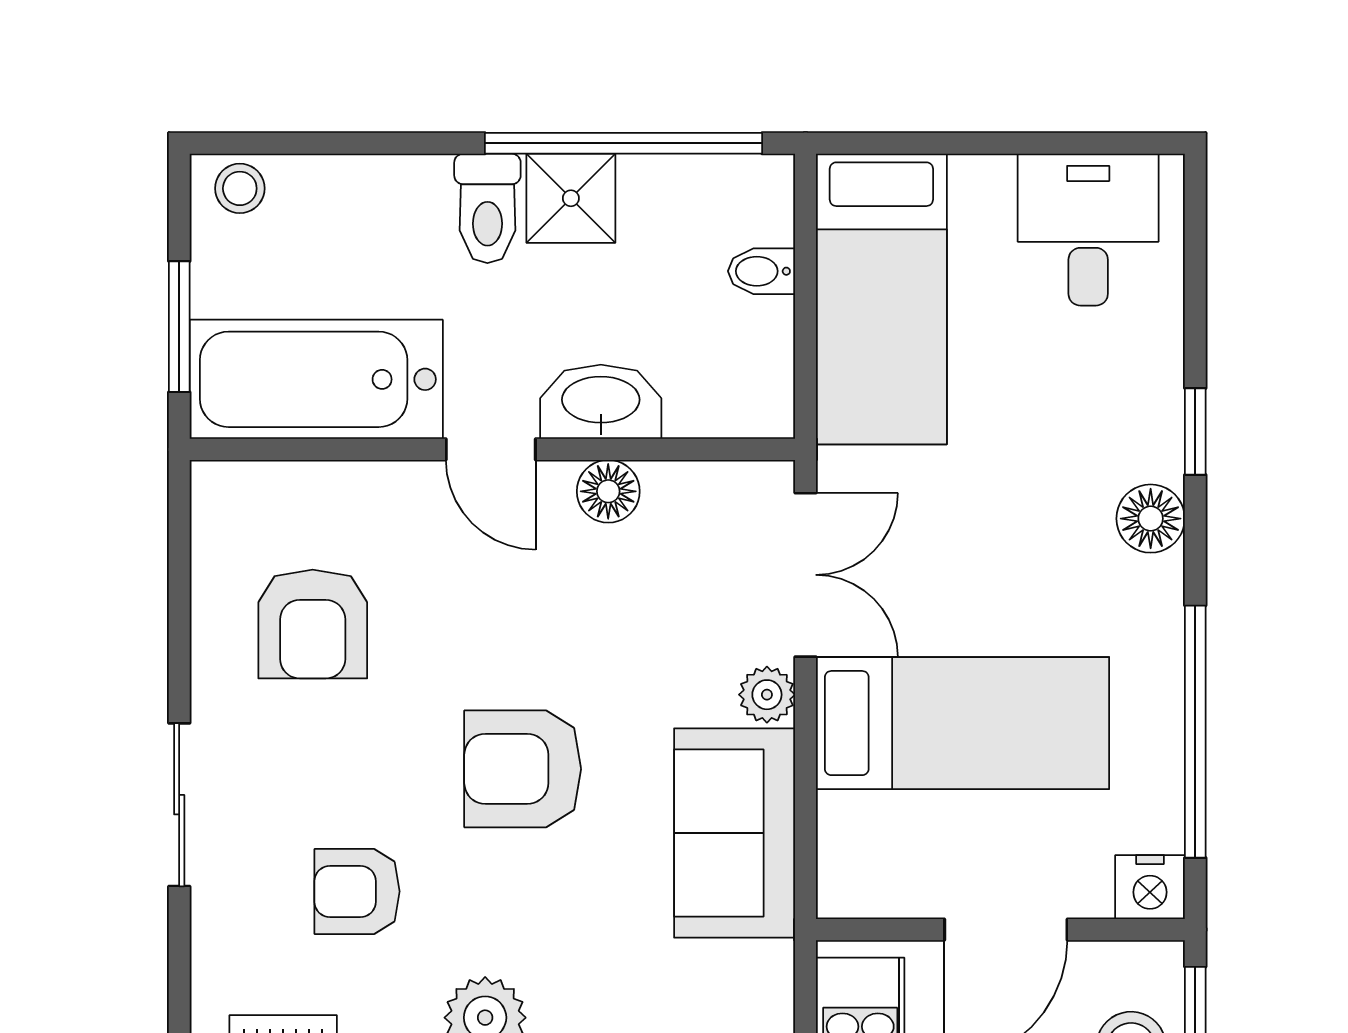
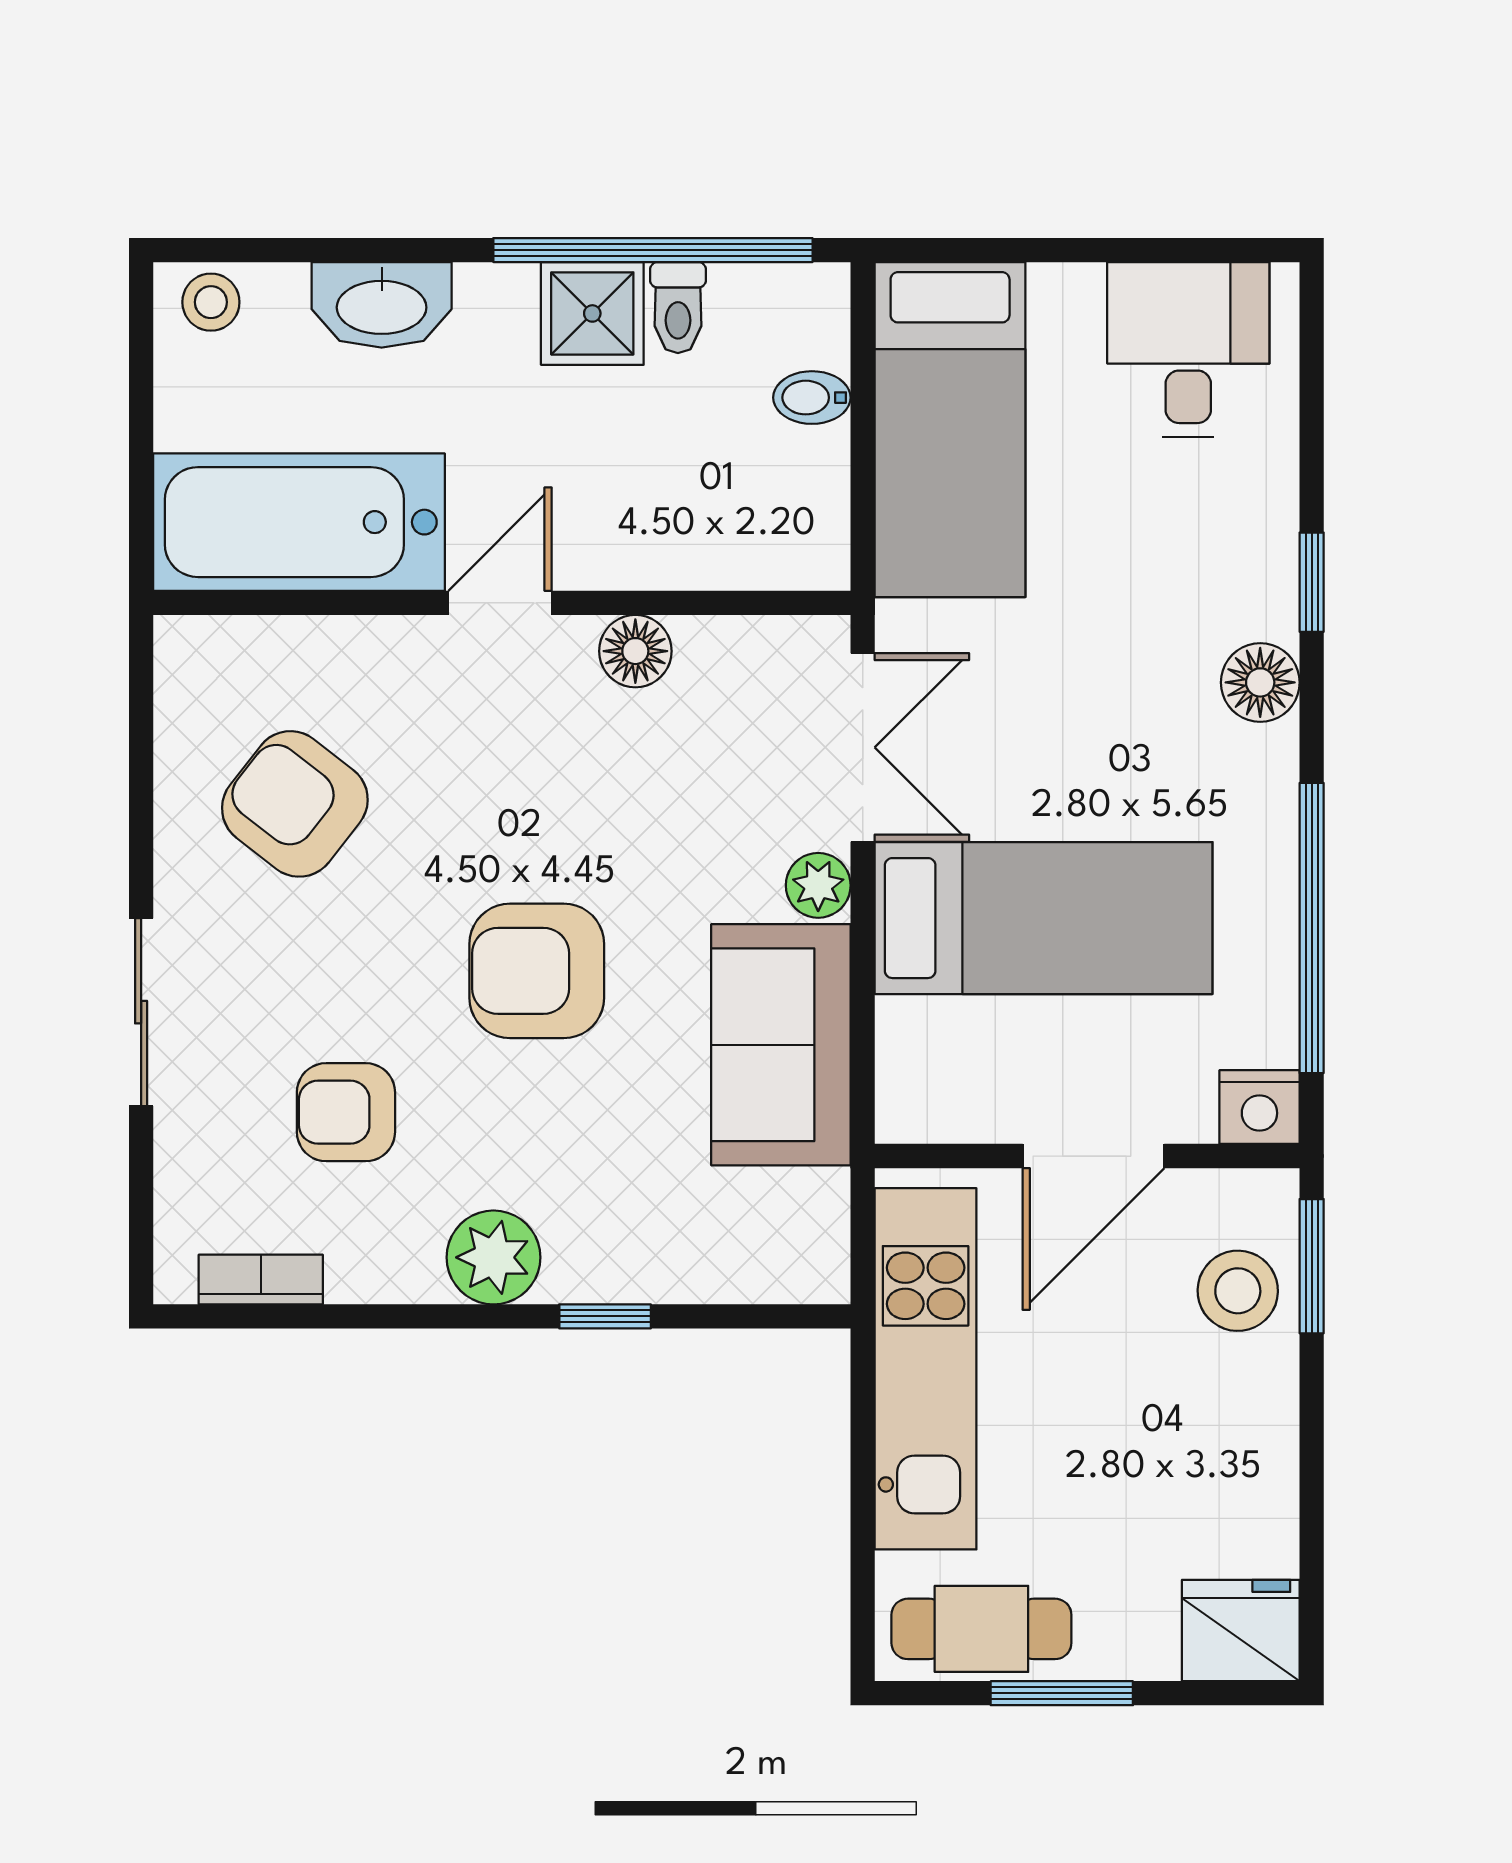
toilet: (487, 208) -> (678, 308), moved, width x0.73, depth x0.72
window: (179, 327) -> (141, 461), removed
washbasin: (601, 402) -> (382, 305), moved, turned 180
door: (491, 449) -> (500, 603), swing flipped
armchair: (313, 624) -> (295, 804), turned 128

